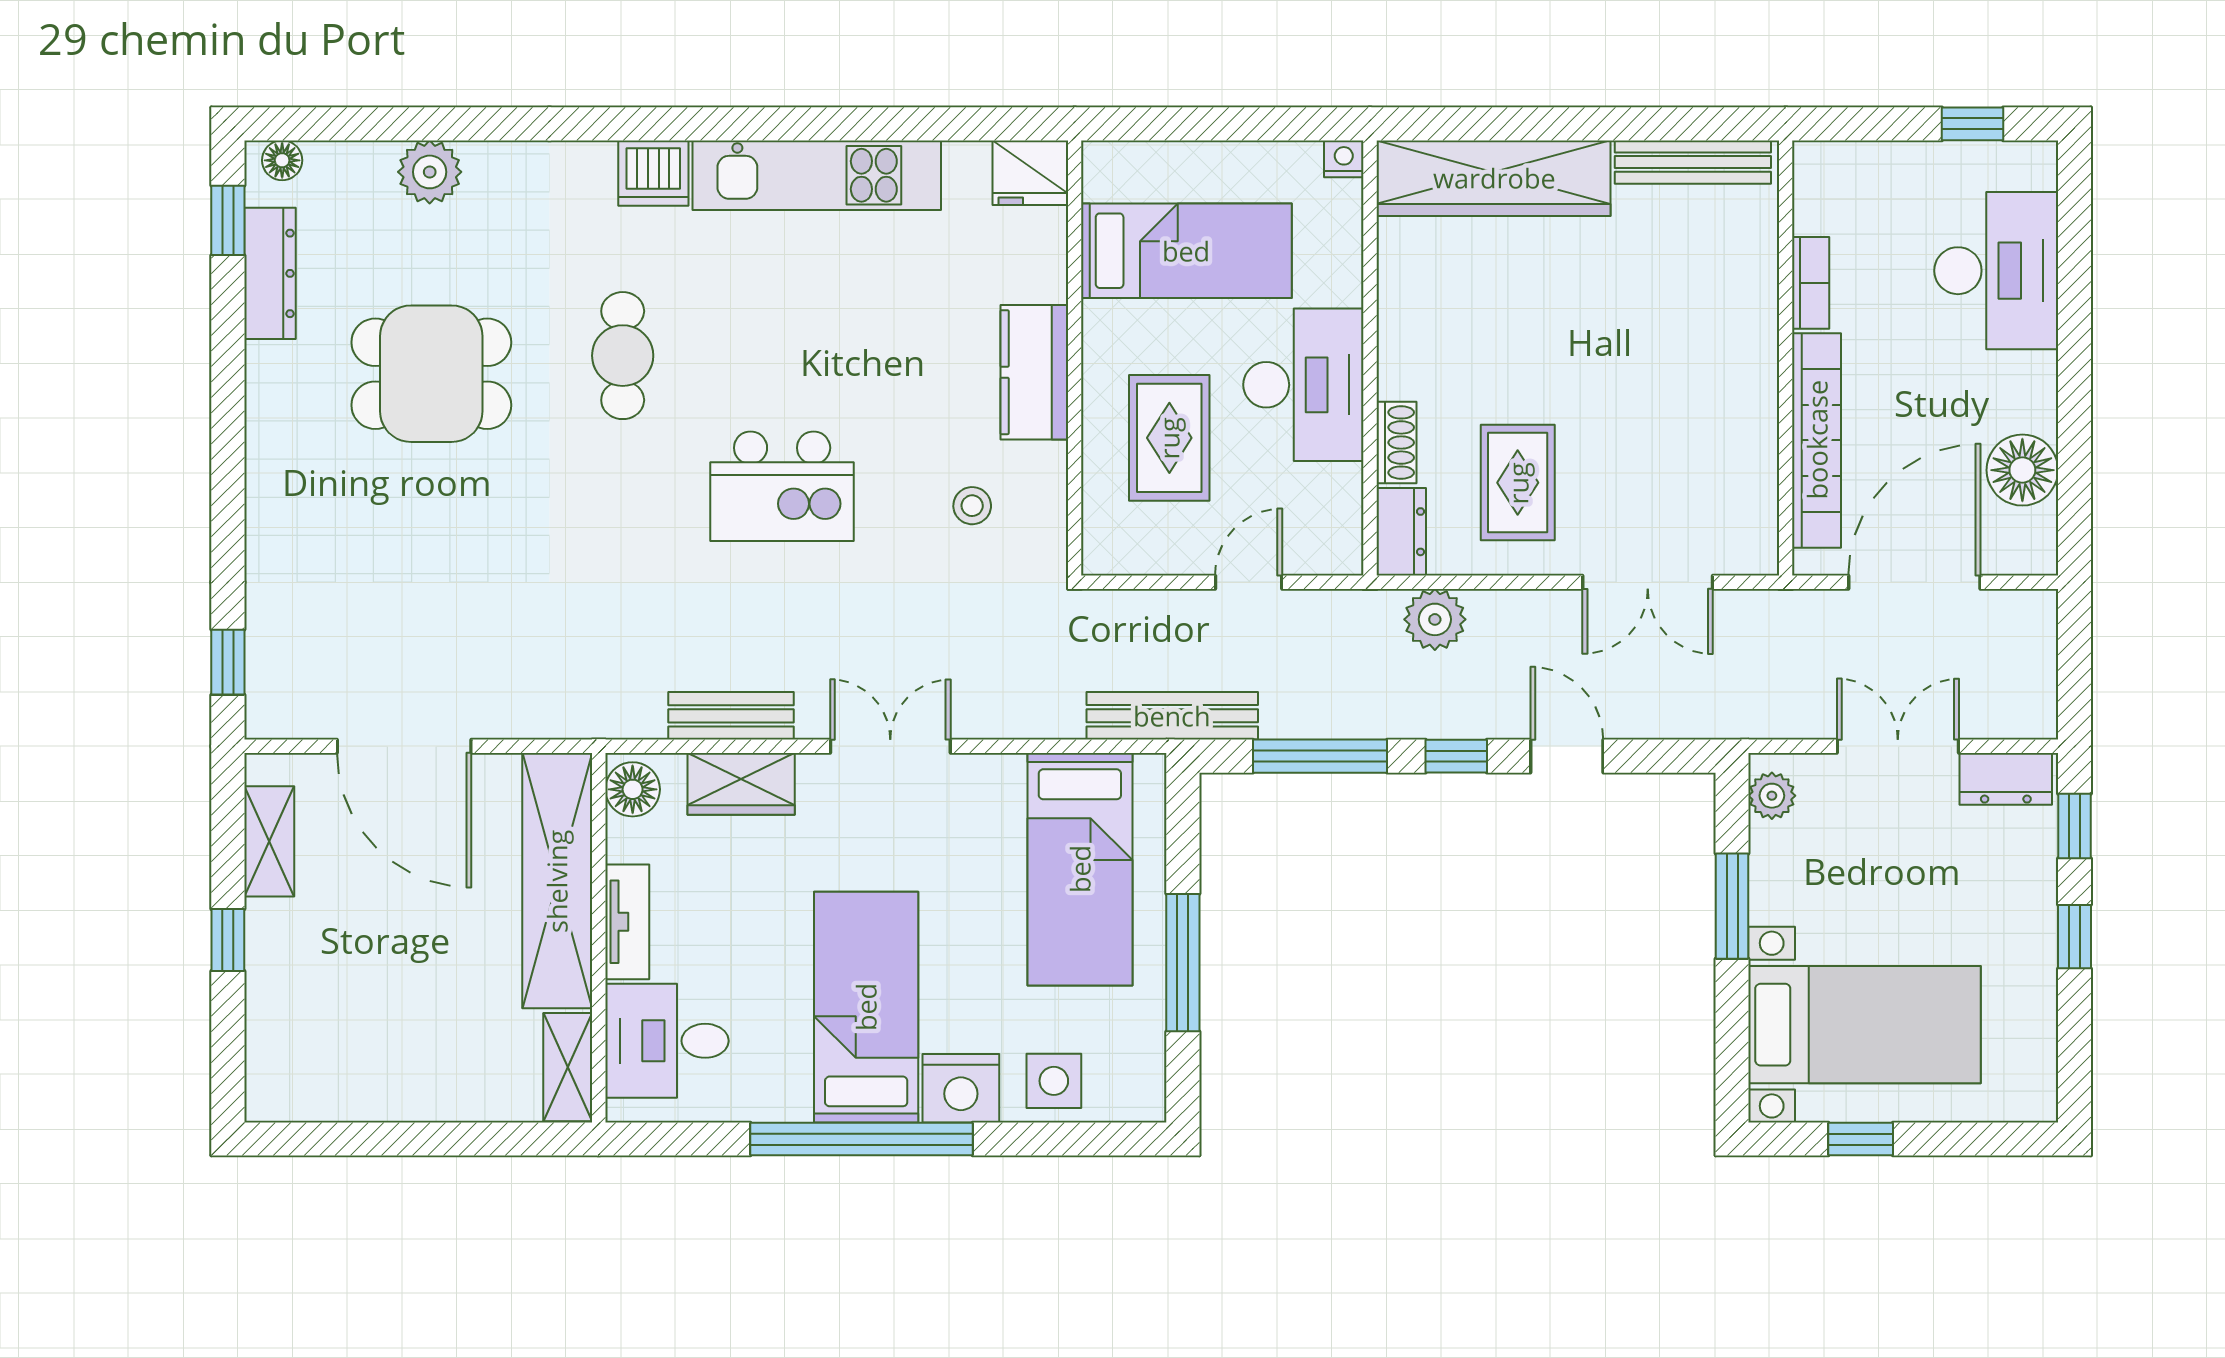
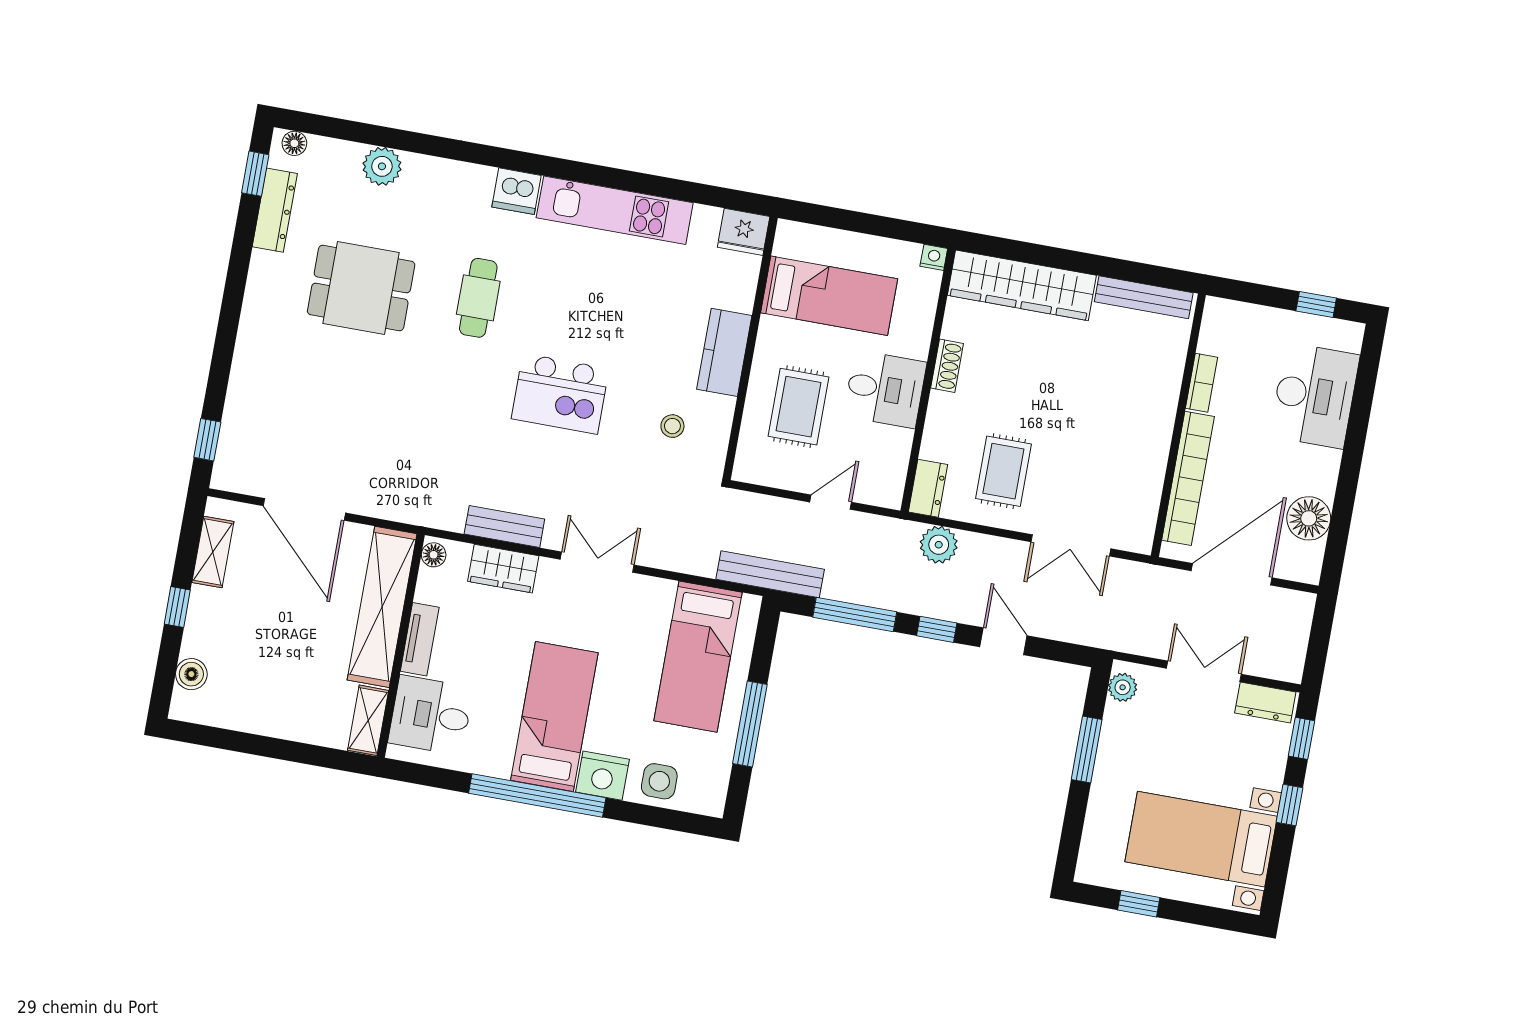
desk: (1303, 385) -> (885, 389), width x0.73
shoe rack: (1396, 443) -> (947, 366), moved
floor lamp: (633, 789) -> (434, 555), width x0.73, depth x0.73
bed with nightstands: (1865, 1025) -> (1201, 839), moved, turned 180
boiler: (270, 1044) -> (191, 674), added

